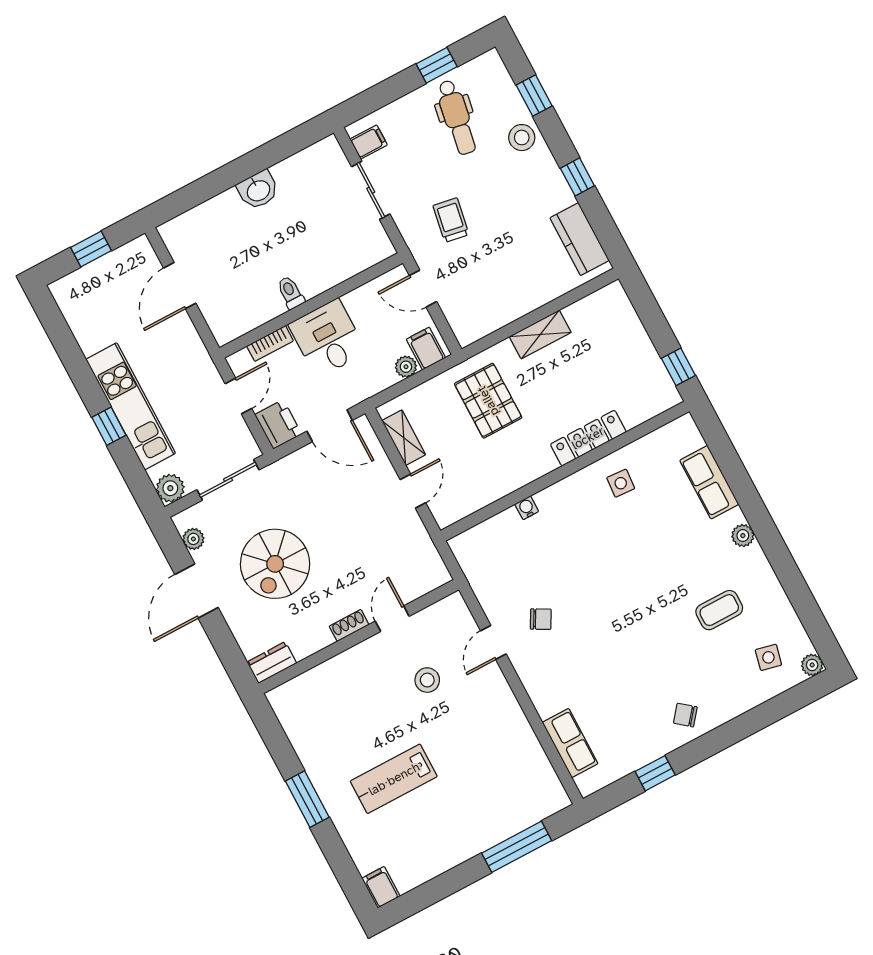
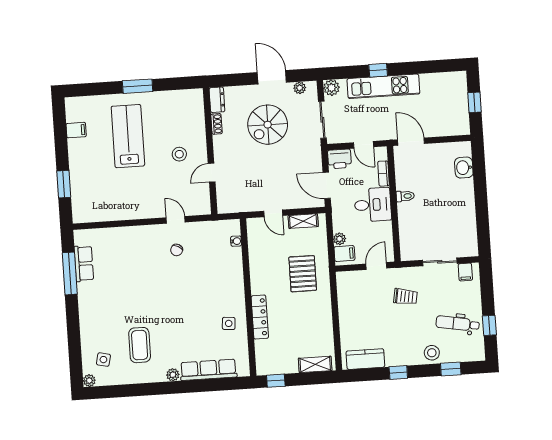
washbasin: (258, 190) -> (464, 168), moved
door: (180, 286) -> (411, 142), moved
shelving: (540, 334) -> (315, 364), moved, turned 90
pallet: (488, 401) -> (303, 274), turned 90
door: (330, 426) -> (327, 185), hinge flipped
row of seats: (709, 482) -> (208, 370), width x1.48
water cooler: (527, 508) -> (236, 241), moved
spiral stairs: (275, 564) -> (268, 125), turned -90
coffee table: (719, 610) -> (140, 345), width x1.36, depth x1.30
door: (392, 619) -> (212, 173), swing flipped
shoe rack: (349, 625) -> (217, 124), moved
stool: (427, 680) -> (179, 154), moved
chair: (685, 715) -> (93, 303), removed
row of seats: (570, 743) -> (84, 264), moved, turned -90
window: (655, 773) -> (70, 273), width x2.17
lab bench: (394, 779) -> (128, 136), width x1.36, depth x1.39
window: (517, 847) -> (64, 184), width x0.69
filing cabinet: (381, 887) -> (76, 130), moved

